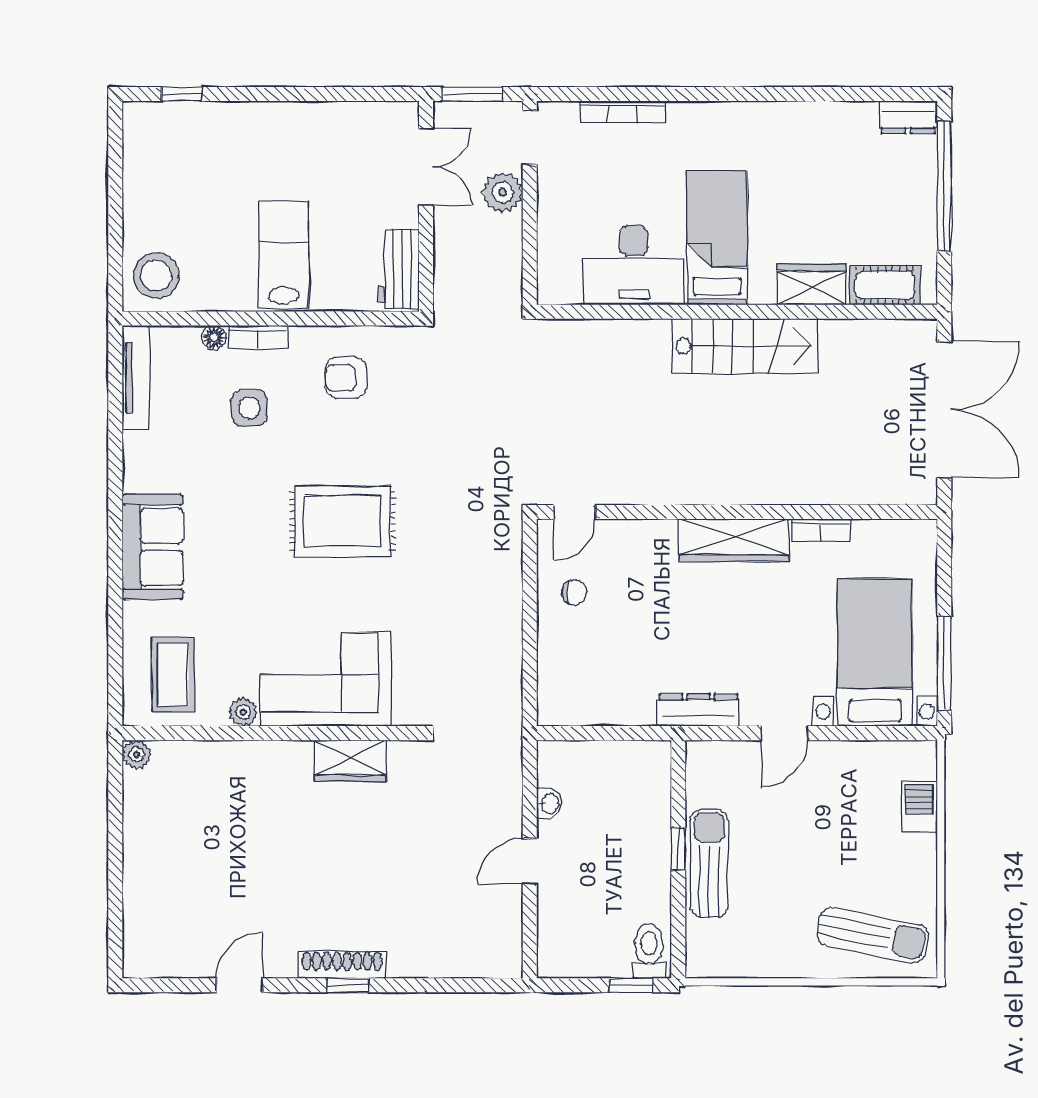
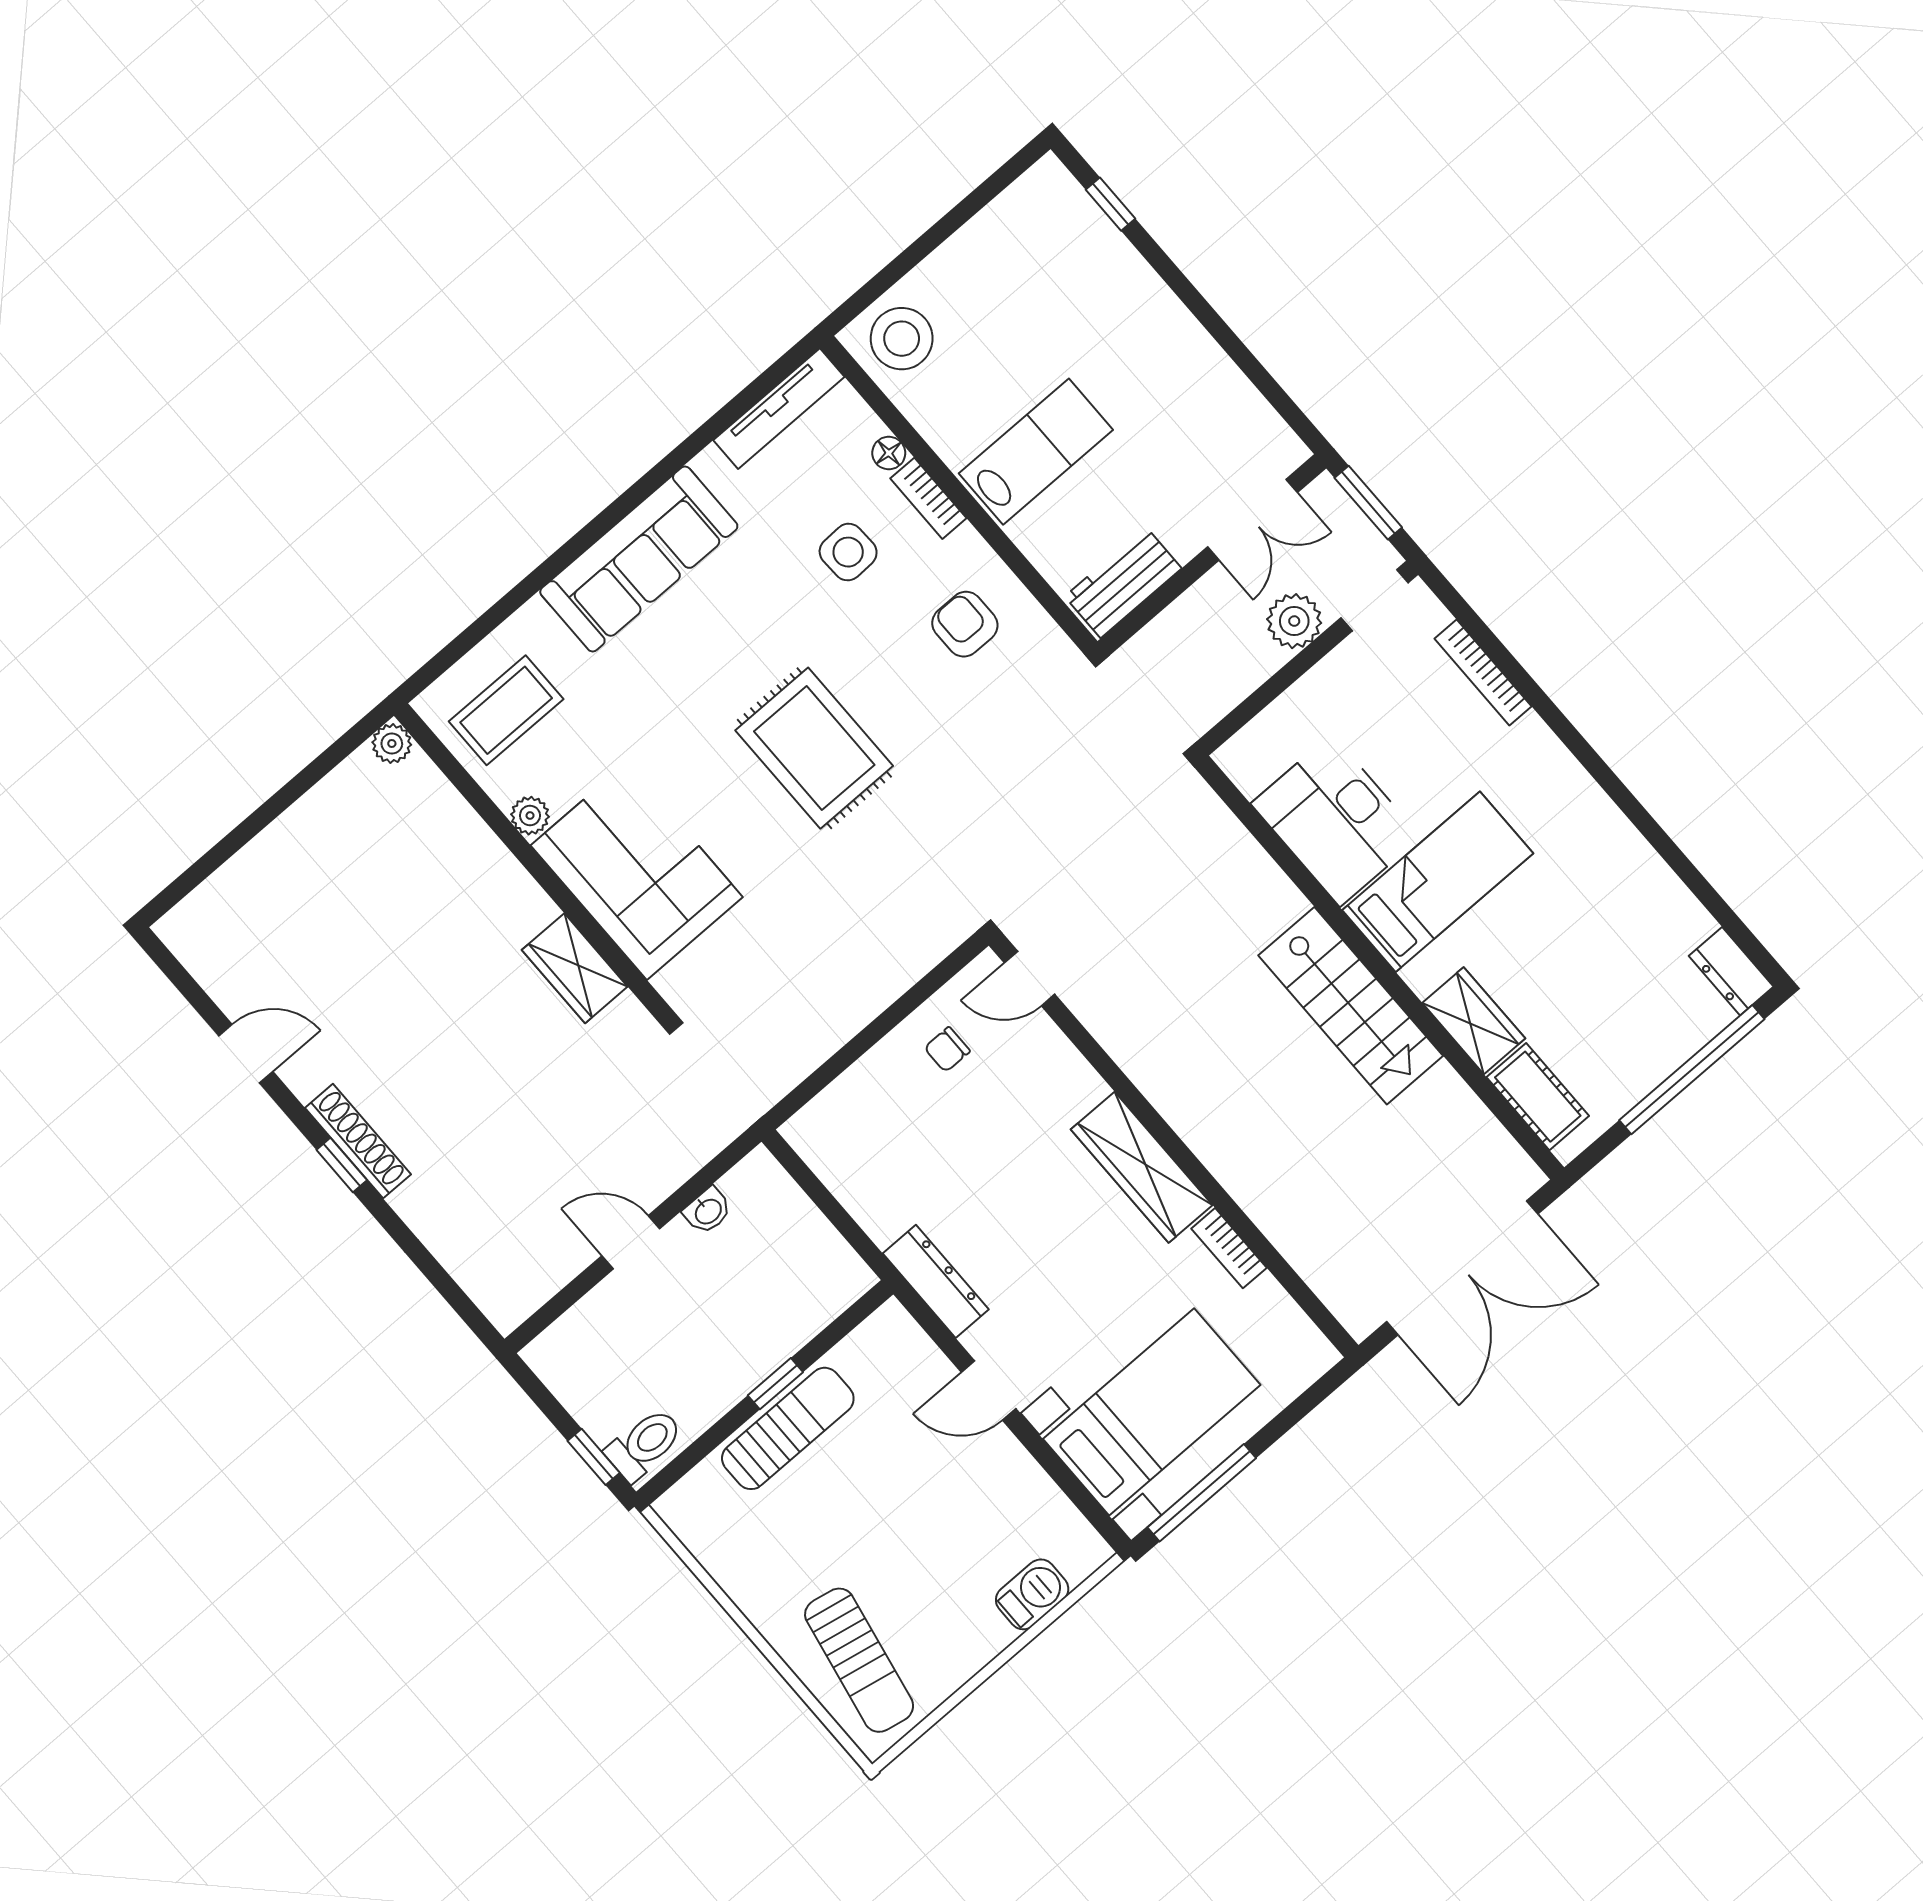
sofa: (153, 547) -> (639, 559), width x1.36
chair: (574, 592) -> (947, 1049), turned 90

